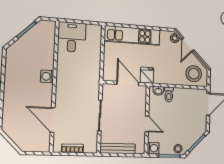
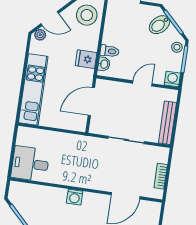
fridge: (147, 75) -> (86, 59), moved
bidet: (193, 132) -> (159, 25), added

